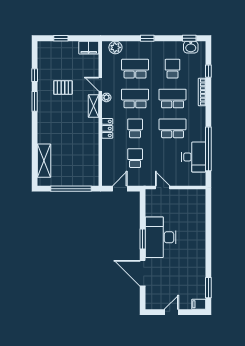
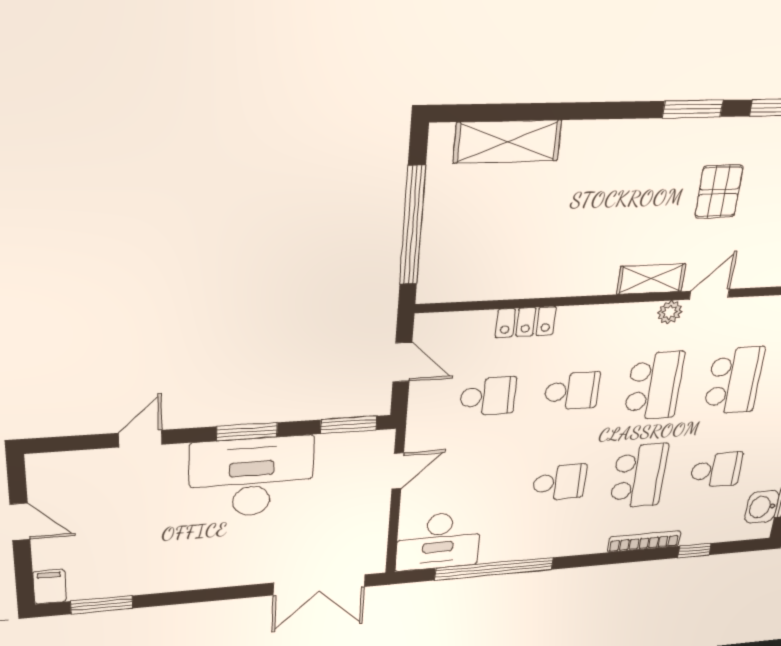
locker: (107, 128) -> (526, 322), moved
school desk: (172, 128) -> (560, 482), width x0.54
desk: (194, 157) -> (438, 541), moved
window: (143, 205) -> (349, 425), added
double door: (208, 213) -> (319, 585), added
door: (143, 273) -> (140, 439), width x0.53

